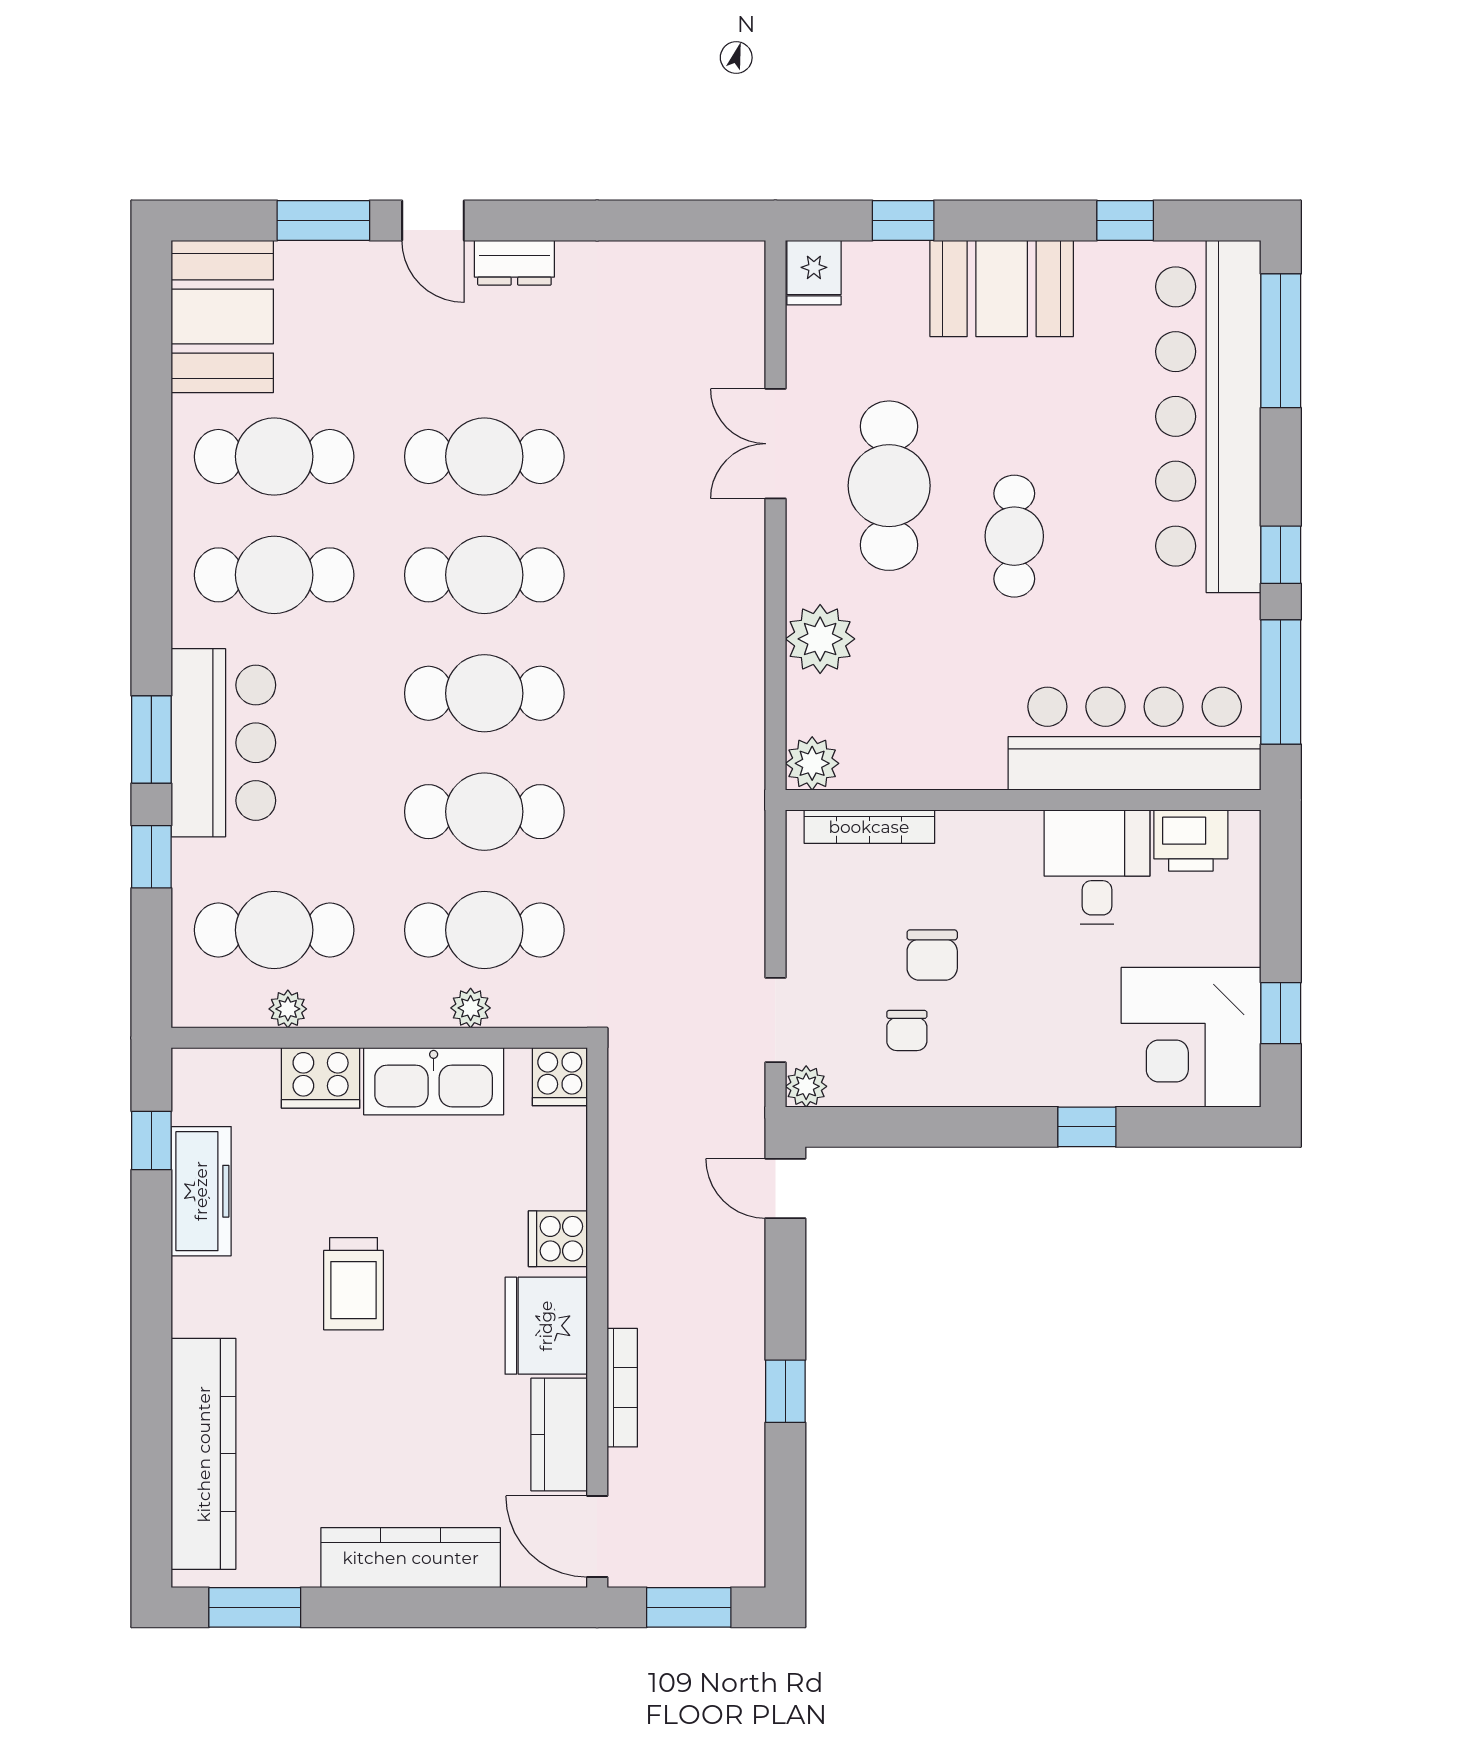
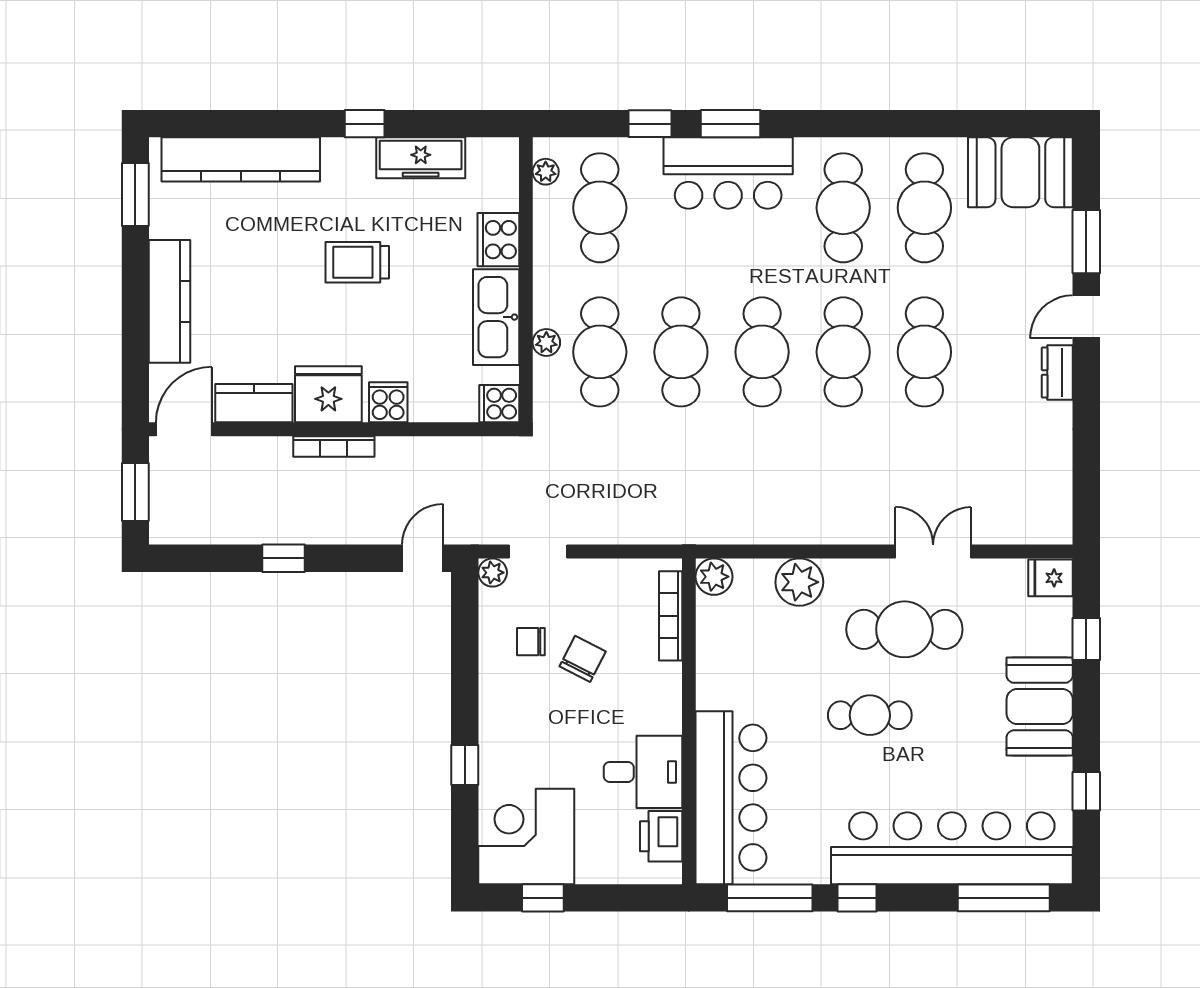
chair: (932, 955) -> (583, 659), turned 117
plant: (288, 1009) -> (546, 172), moved
window: (151, 1140) -> (365, 124), moved
bookcase: (622, 1388) -> (334, 446), moved

